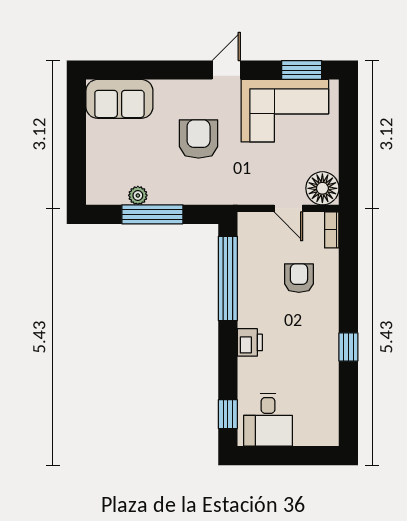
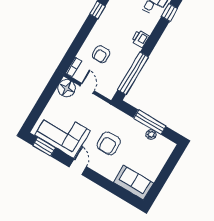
door: (226, 70) -> (78, 167), swing flipped

